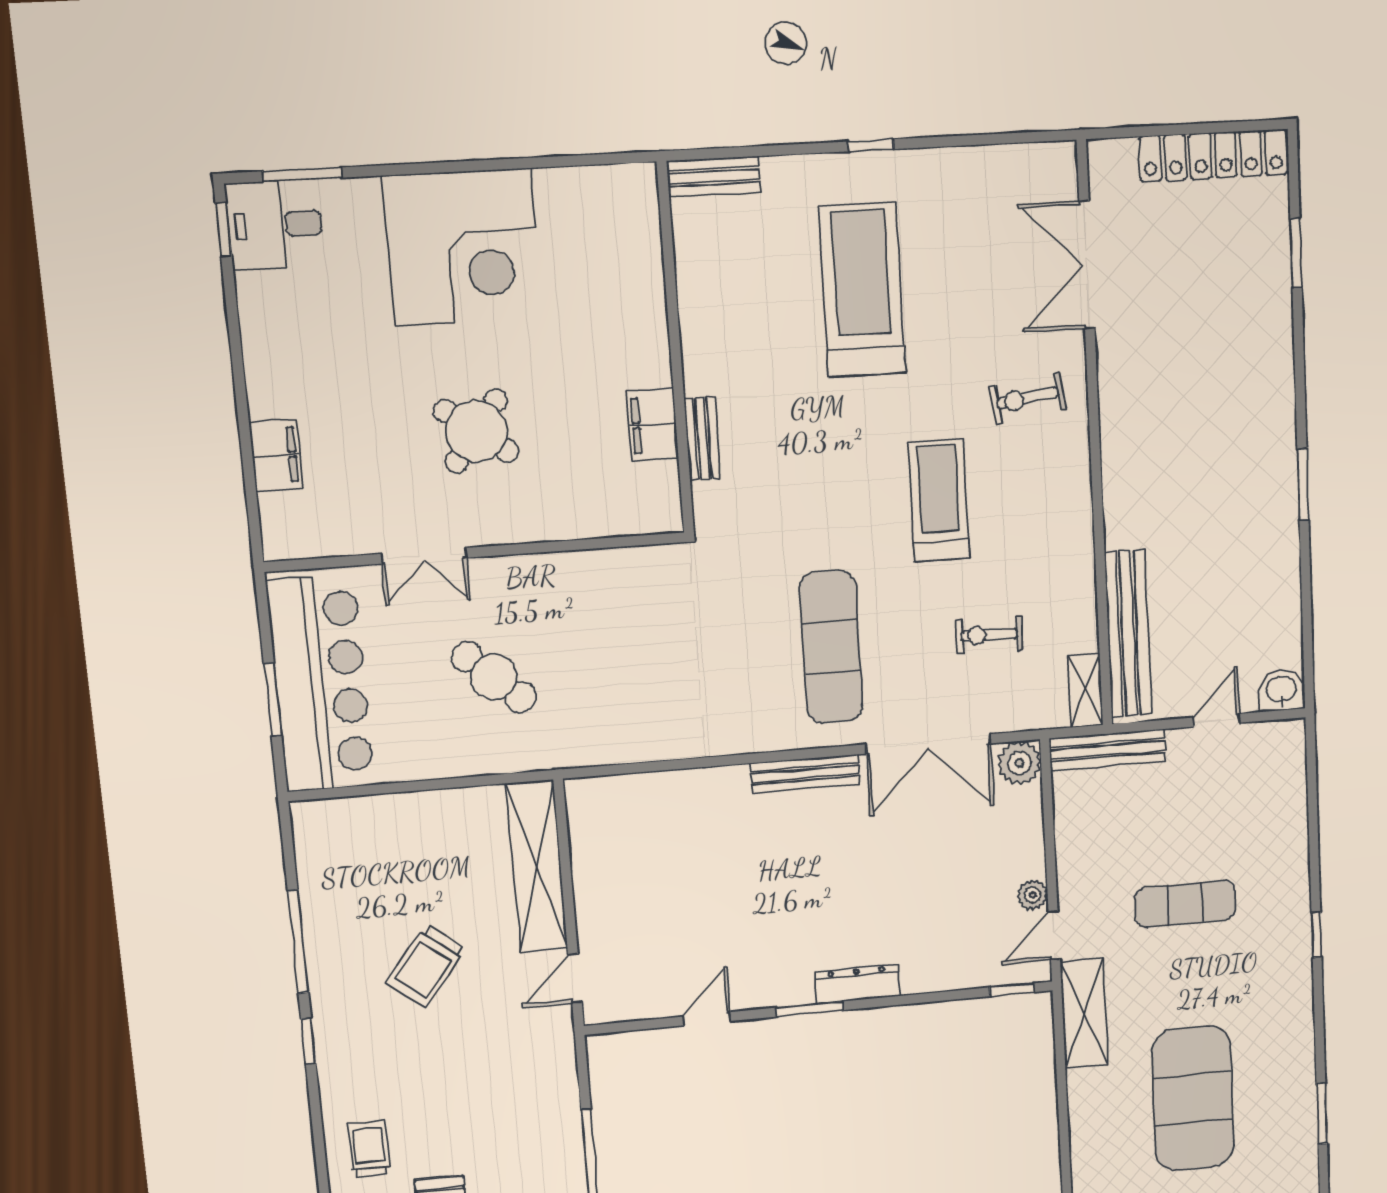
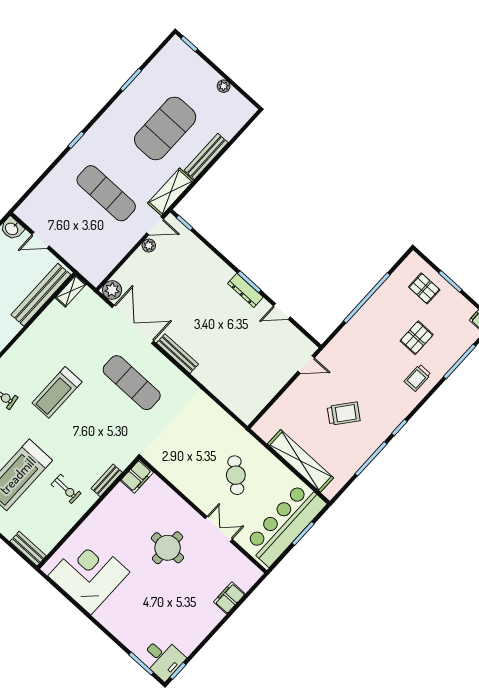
corner desk: (463, 247) -> (89, 574), moved
filing cabinet: (653, 425) -> (137, 476), moved
round table: (476, 431) -> (168, 548), turned -37
exercise bike: (989, 635) -> (66, 489), moved
exercise mat: (831, 647) -> (132, 383), turned 90
bench: (1108, 750) -> (206, 156), moved, turned 90
shelving: (537, 866) -> (300, 461), moved, turned 90
exercise mat: (1185, 904) -> (106, 193), width x1.36, depth x1.45
dresser: (857, 984) -> (245, 290), moved

